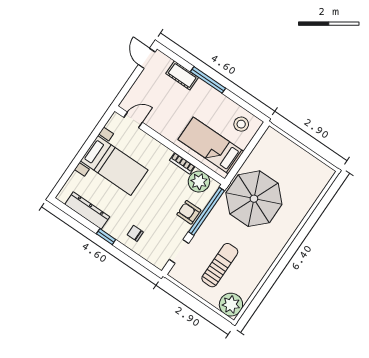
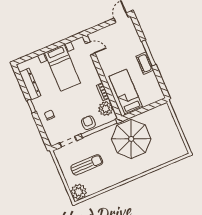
cot: (182, 75) -> (145, 63), moved
stool: (241, 124) -> (151, 91), removed

